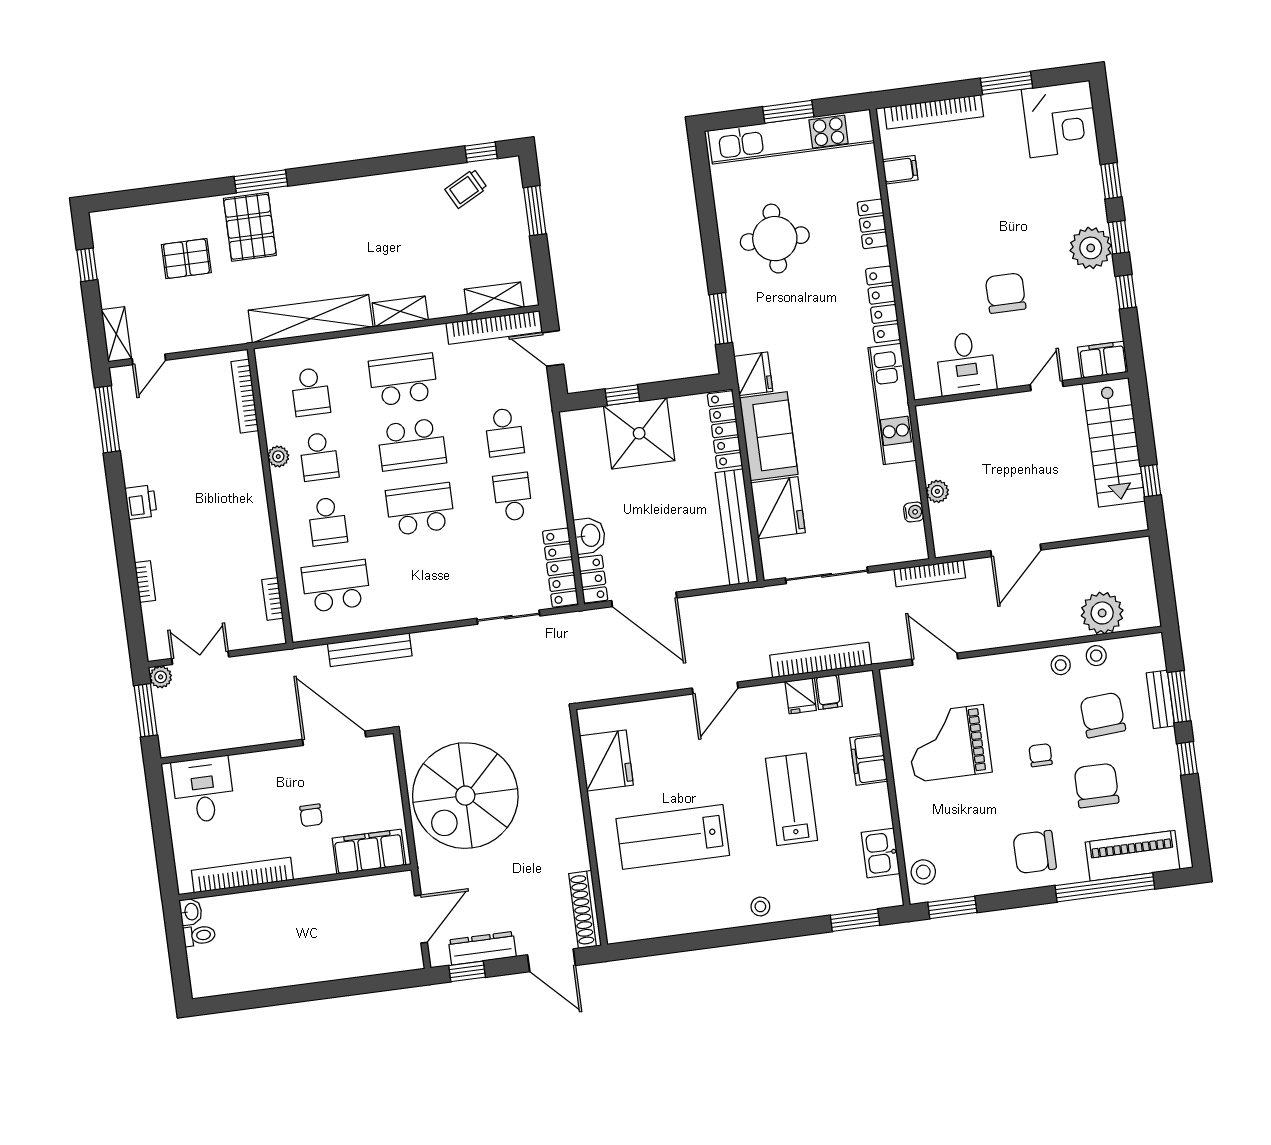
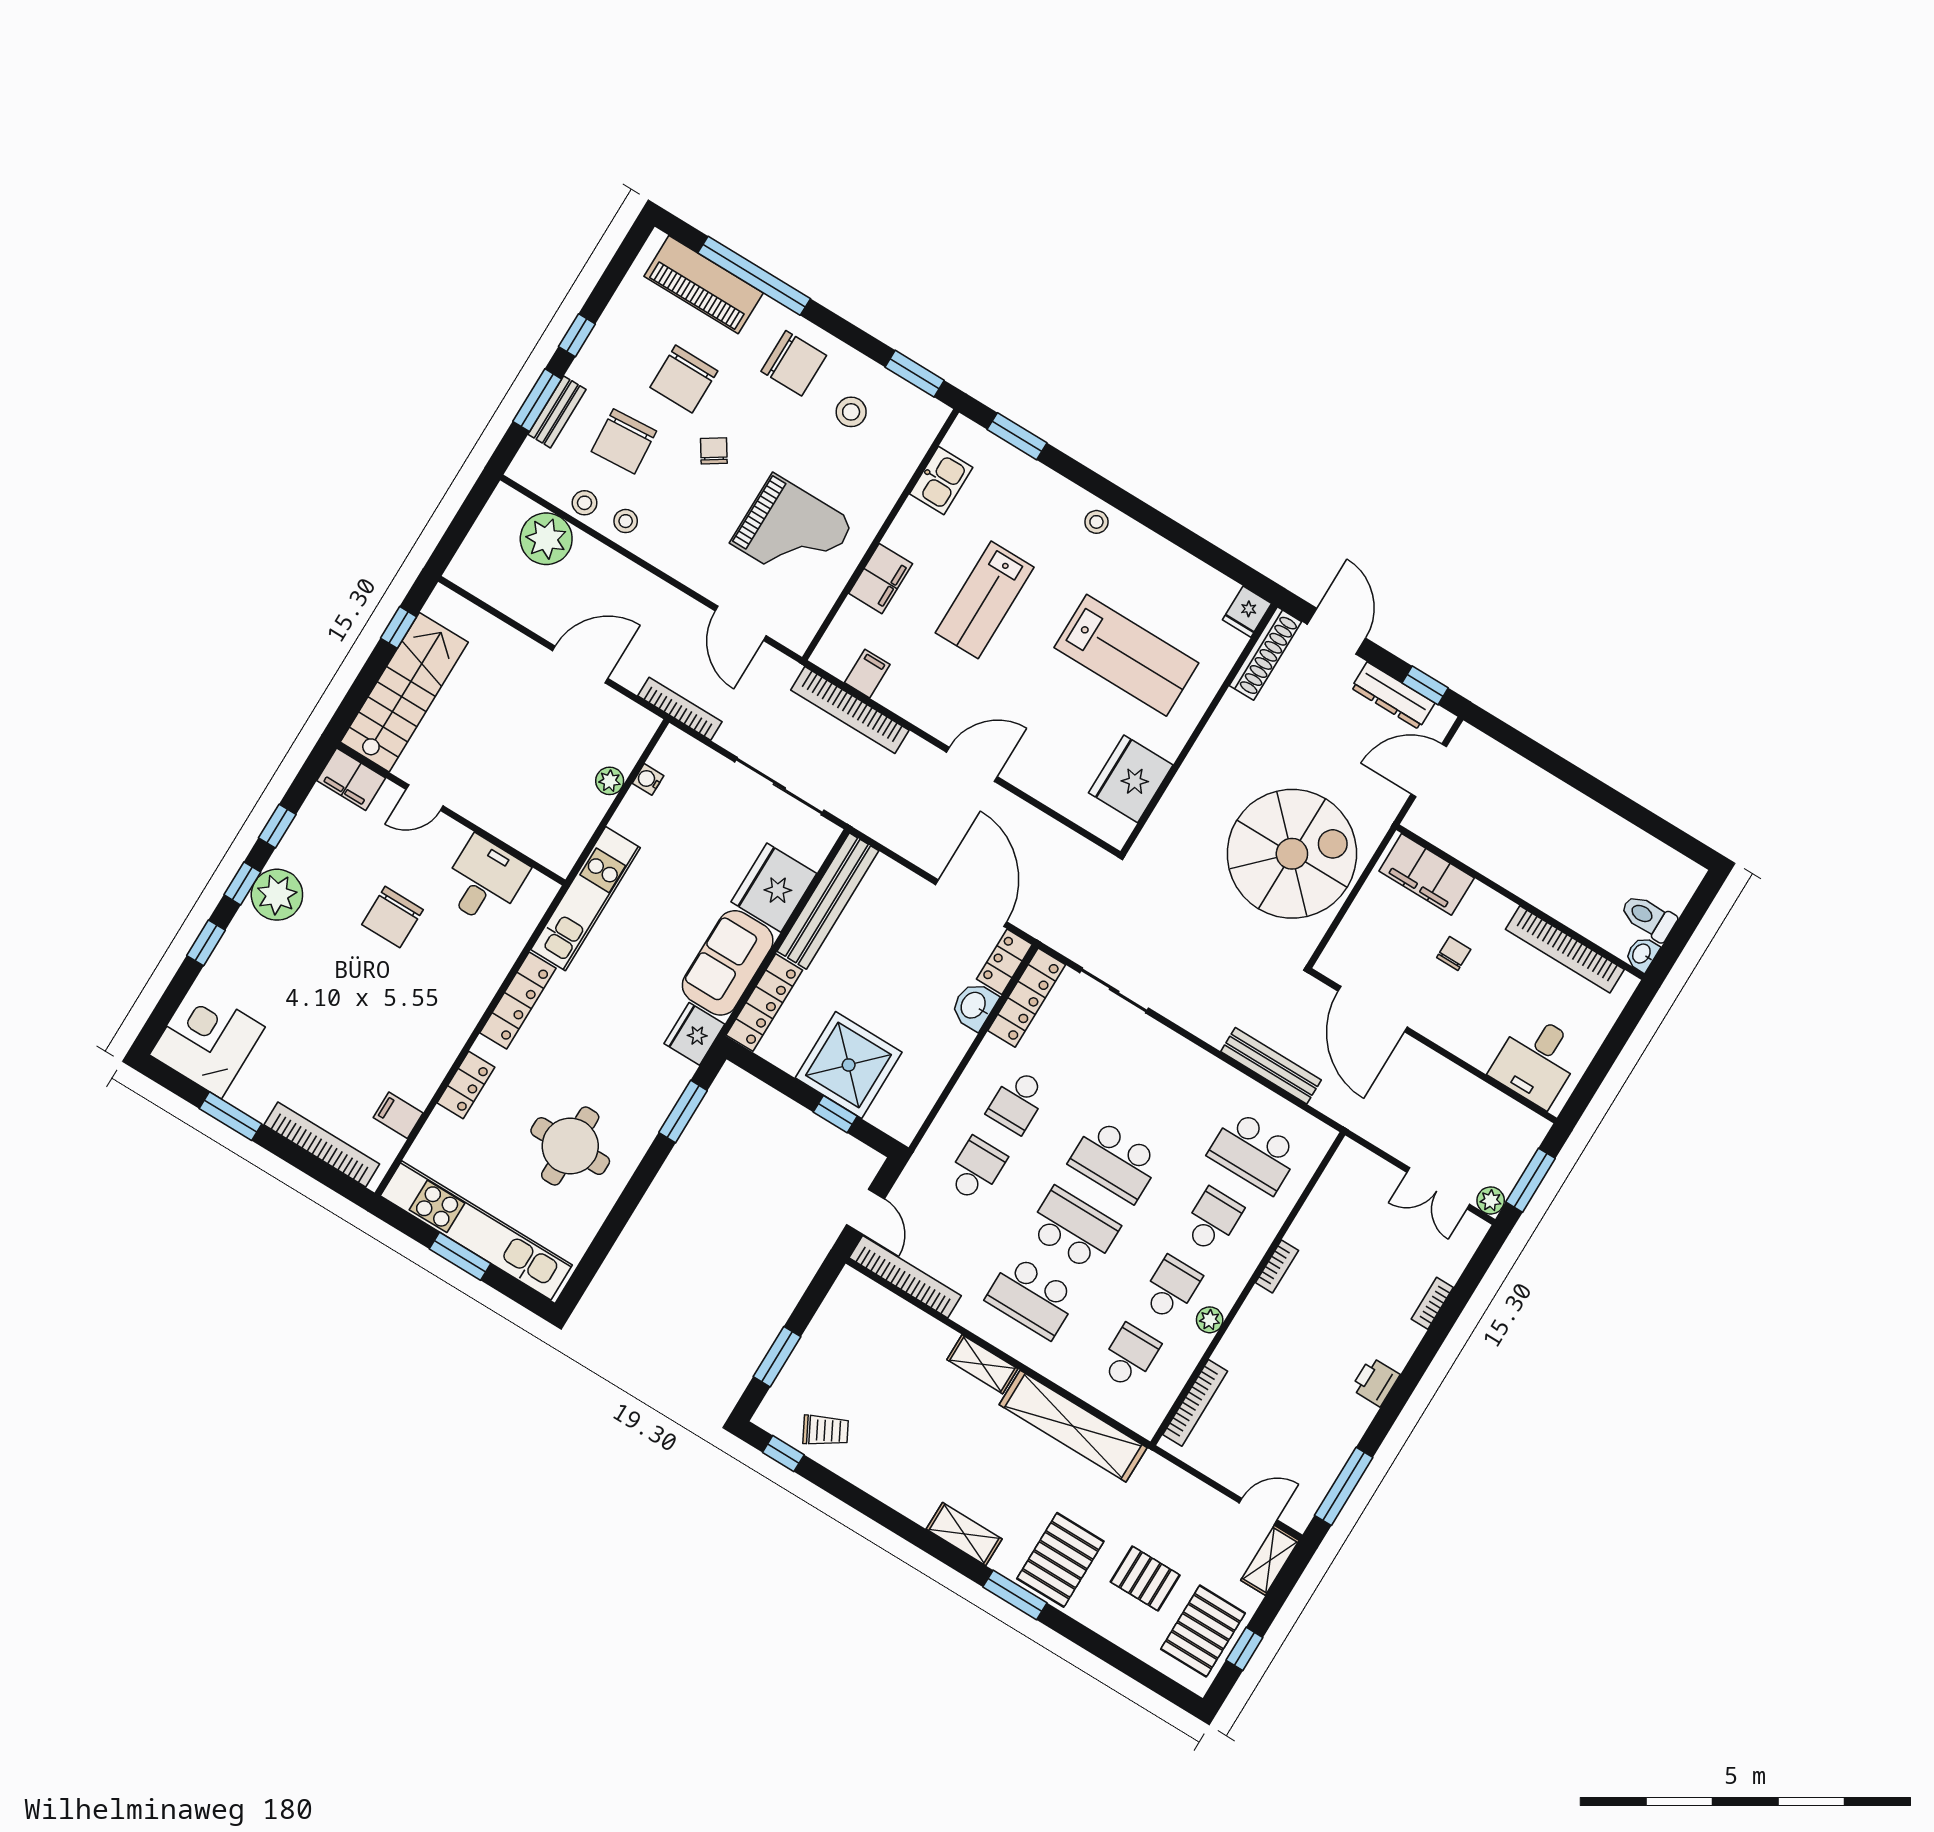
pallet: (123, 255) -> (1203, 1631), added
shelving: (494, 298) -> (964, 1534), moved
bookcase: (273, 599) -> (1277, 1266), moved
fridge: (801, 696) -> (1247, 612), moved, turned 180
chair: (1041, 755) -> (714, 451), turned 147
stool: (923, 872) -> (851, 412), moved
toilet: (199, 936) -> (1648, 917), width x1.37, depth x1.39

